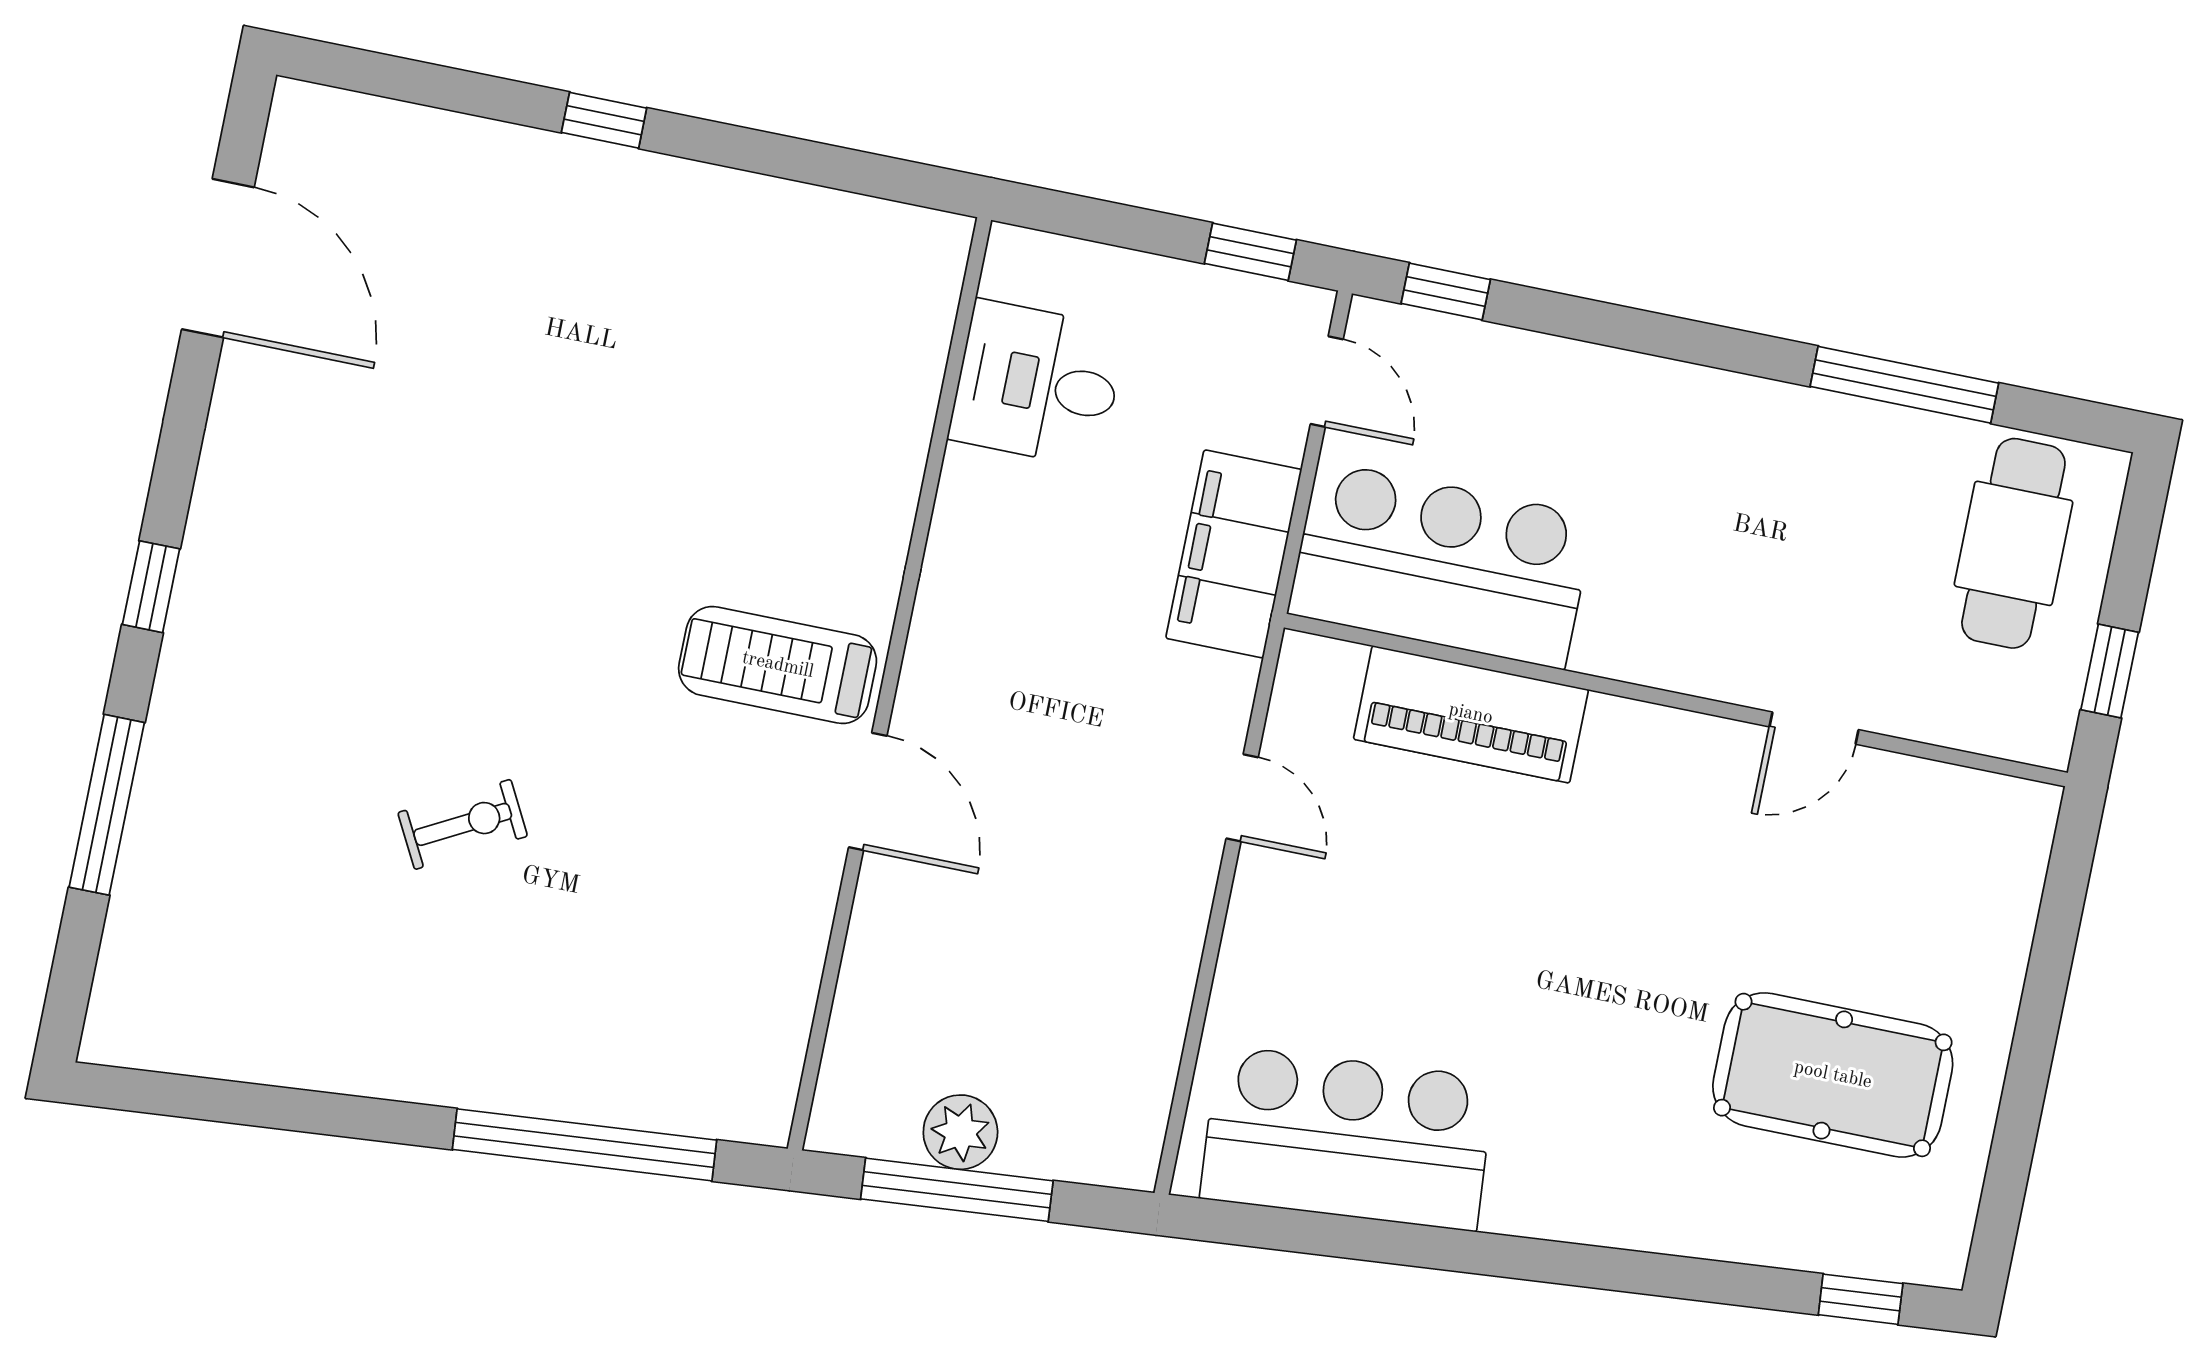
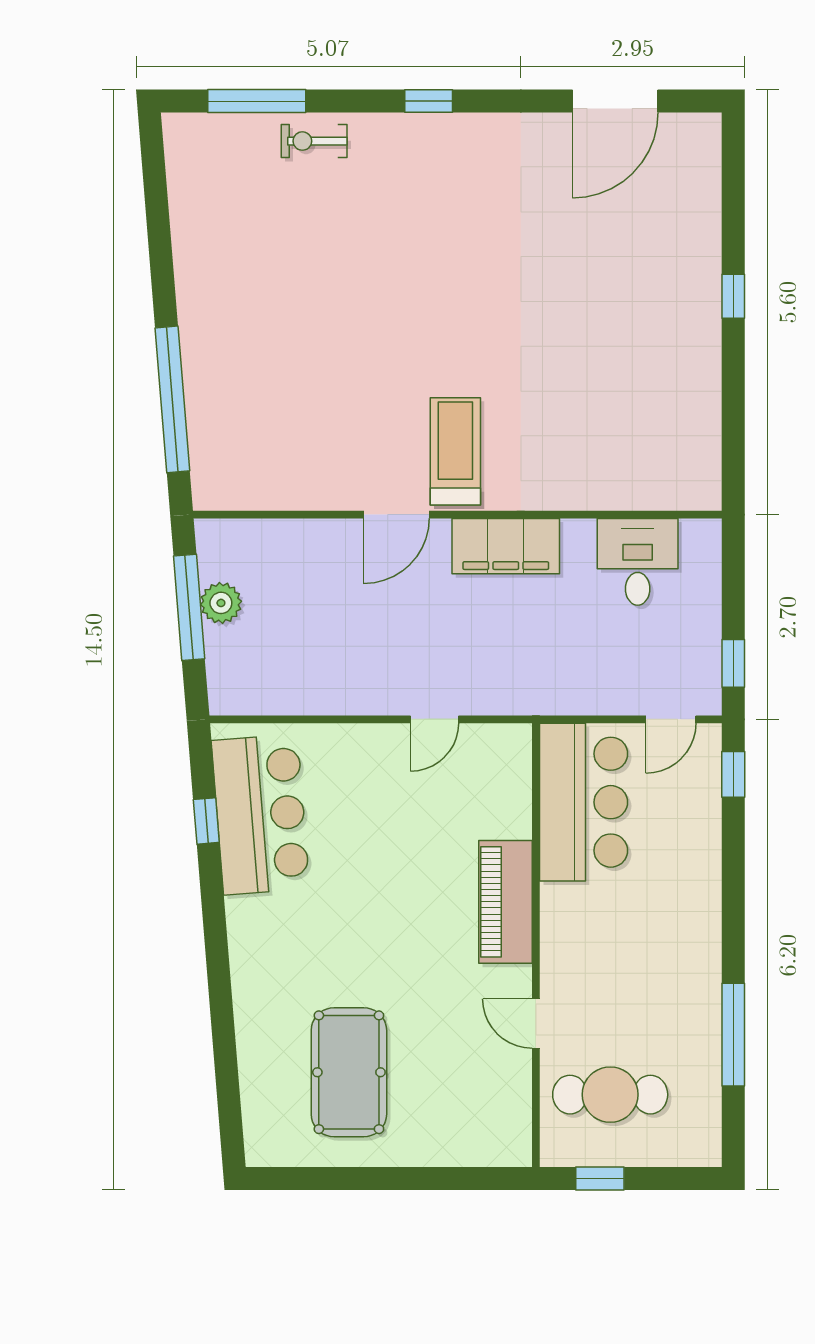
cafe table: (2013, 543) -> (610, 1095), moved
filing cabinet: (1234, 554) -> (506, 546), moved, turned 180
piano: (1471, 714) -> (505, 902), moved
window: (107, 805) -> (257, 101), moved
exercise bike: (463, 824) -> (314, 141), moved, turned 118
window: (1861, 1299) -> (206, 821), moved

